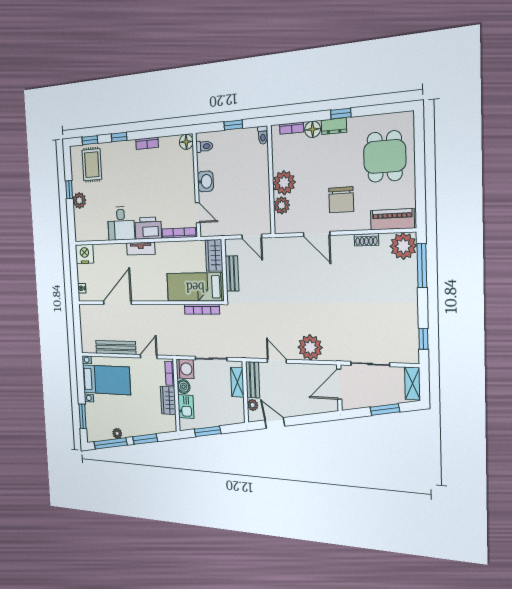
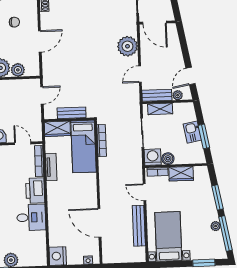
chair: (341, 200) -> (14, 22), width x0.54, depth x0.54
door: (198, 213) -> (23, 143), hinge flipped
tv unit: (141, 249) -> (51, 167), moved
kitchen sink: (186, 407) -> (192, 132), moved, turned -100

